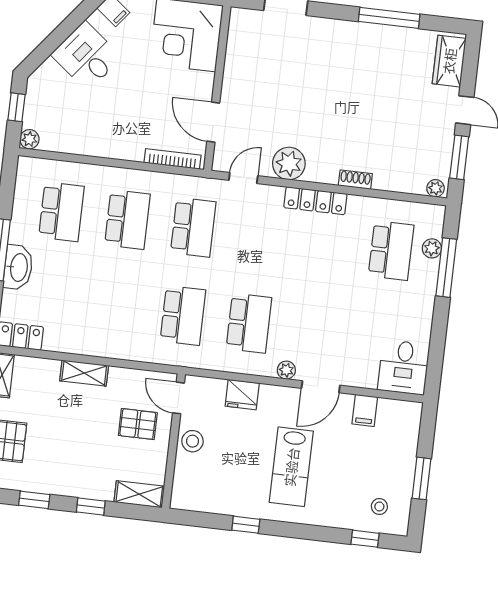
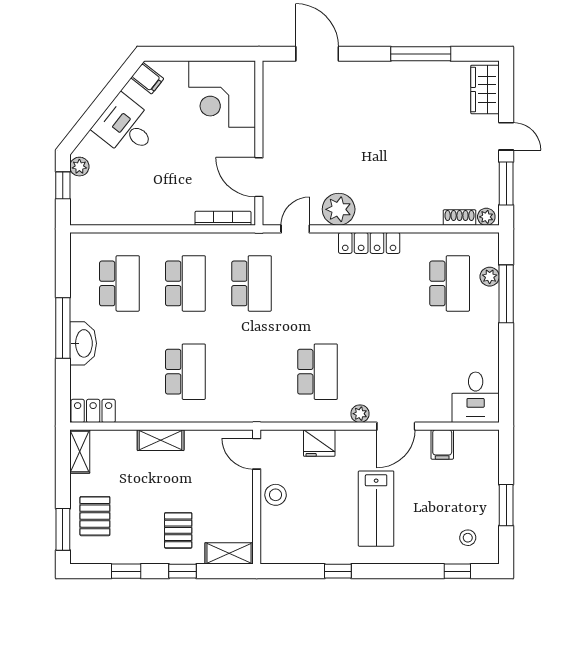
plant: (29, 139) -> (79, 167), moved
shoe rack: (355, 180) -> (460, 218), moved
school desk: (183, 315) -> (185, 372), moved
pallet: (138, 424) -> (178, 530), moved, turned 90

